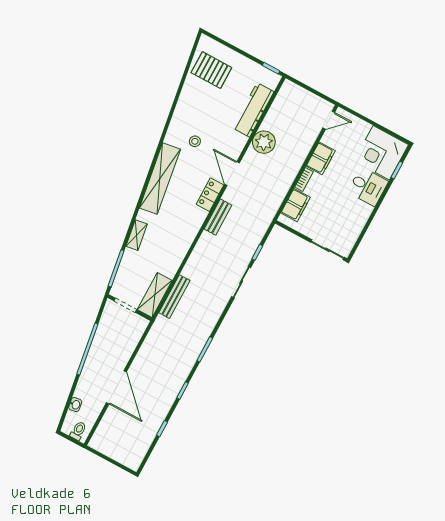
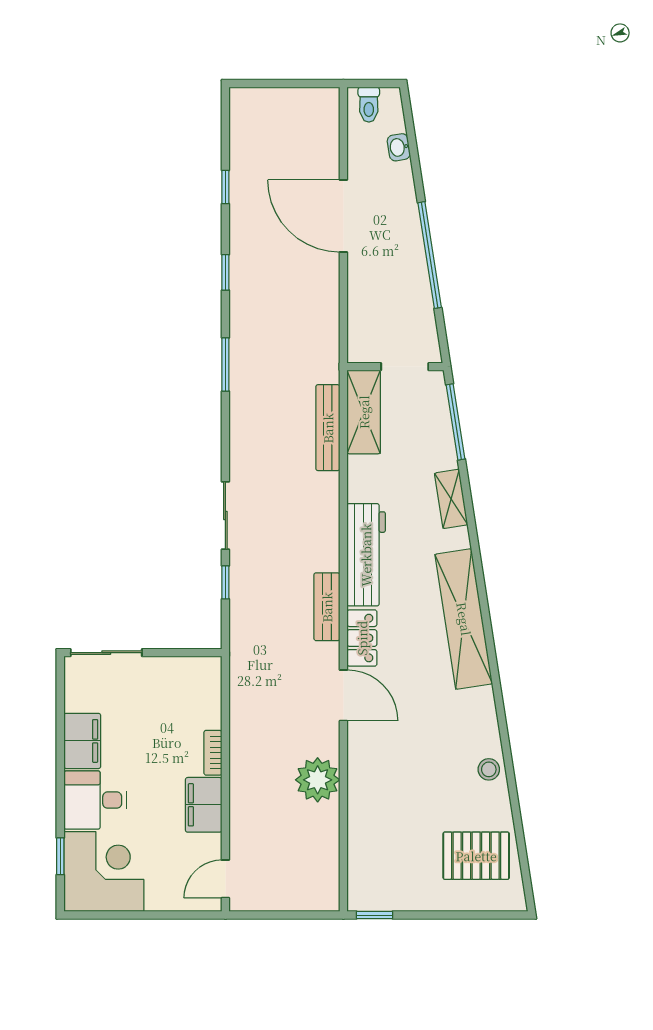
workbench: (253, 110) -> (366, 555), moved
stool: (195, 141) -> (489, 769), moved
filing cabinet: (296, 205) -> (82, 741), moved, turned 180

